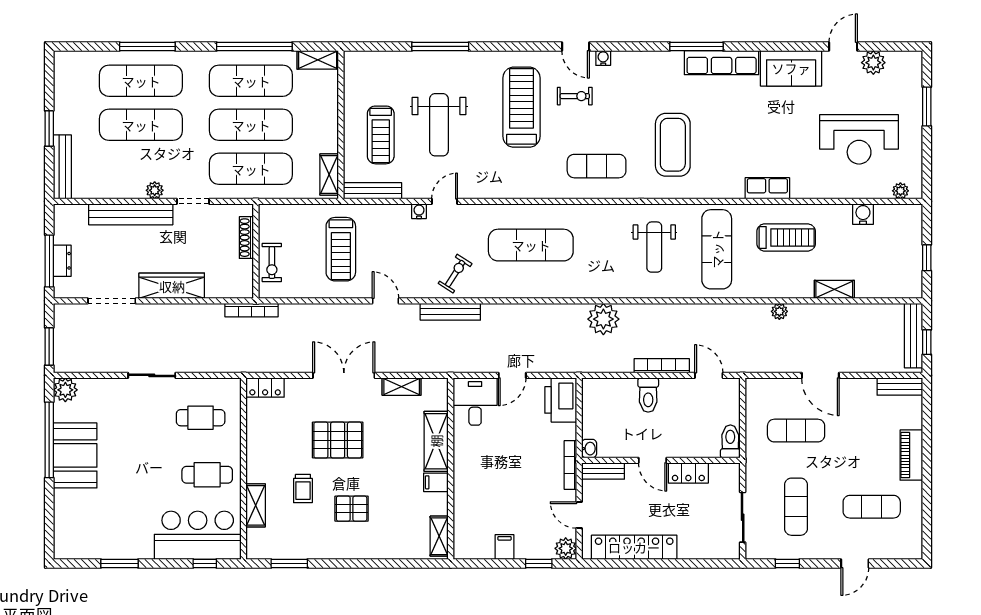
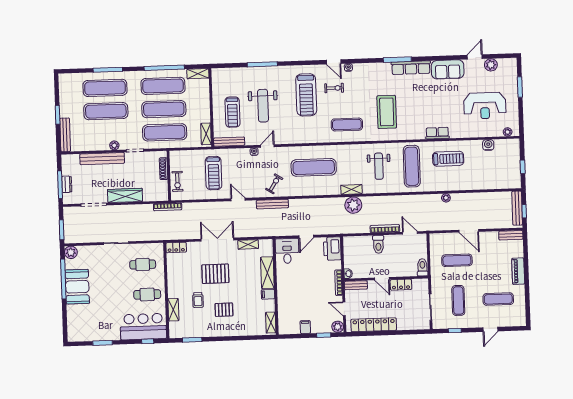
treadmill: (521, 107) -> (306, 95), turned 180
shelving: (834, 289) -> (351, 189), moved

